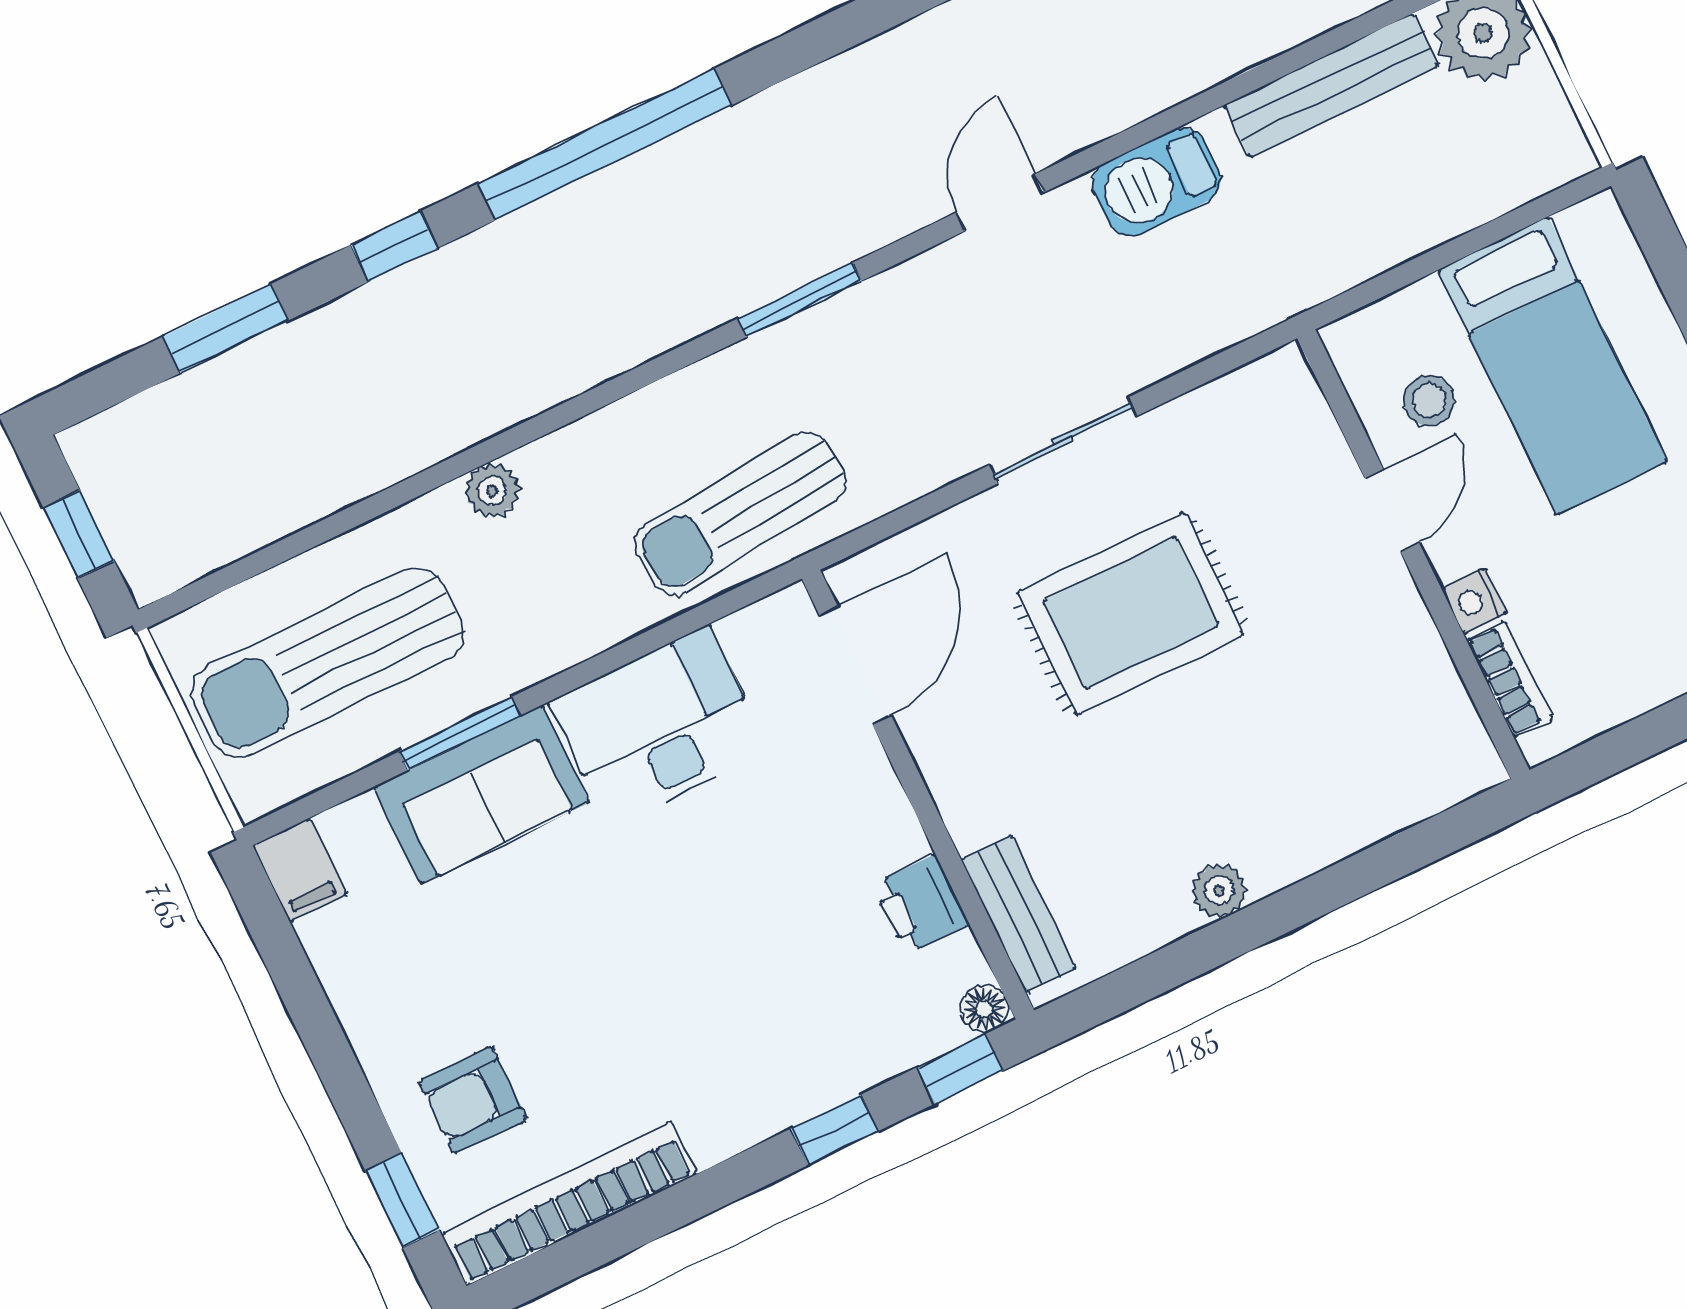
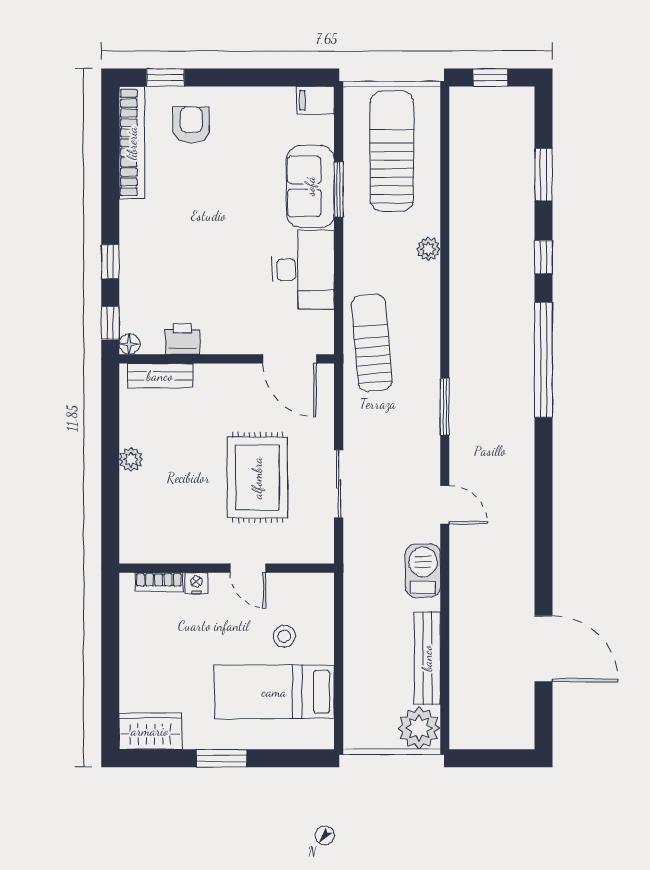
door: (1392, 510) -> (248, 568), moved
wall: (1413, 554) -> (227, 568), moved
nightstand: (1474, 601) -> (196, 583), moved
bookcase: (1509, 679) -> (159, 582), moved

